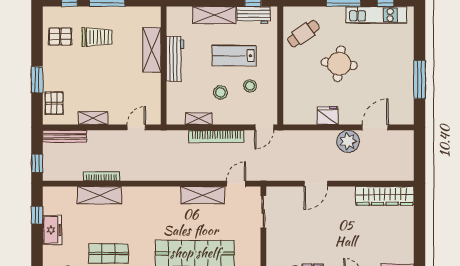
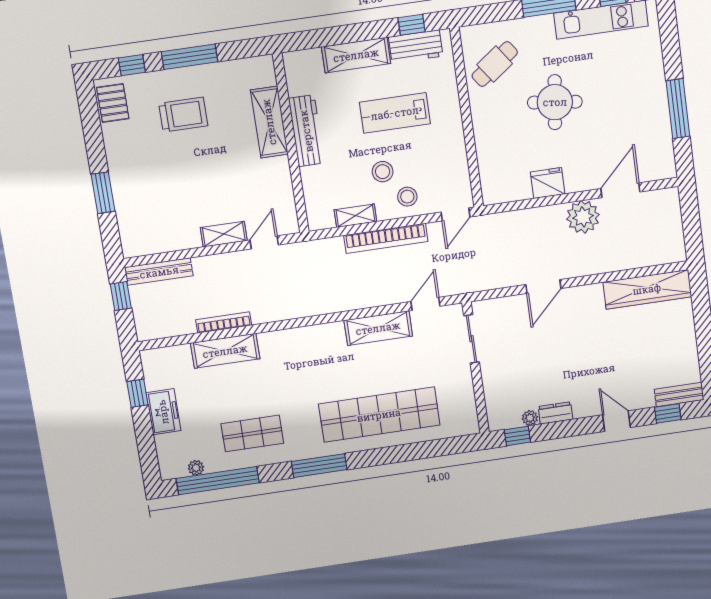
pallet: (60, 37) -> (113, 103), moved, turned 90
stool: (250, 86) -> (407, 197), moved
pallet: (54, 103) -> (135, 224), removed
shelving: (93, 118) -> (224, 234), moved
window: (37, 163) -> (121, 296), moved

